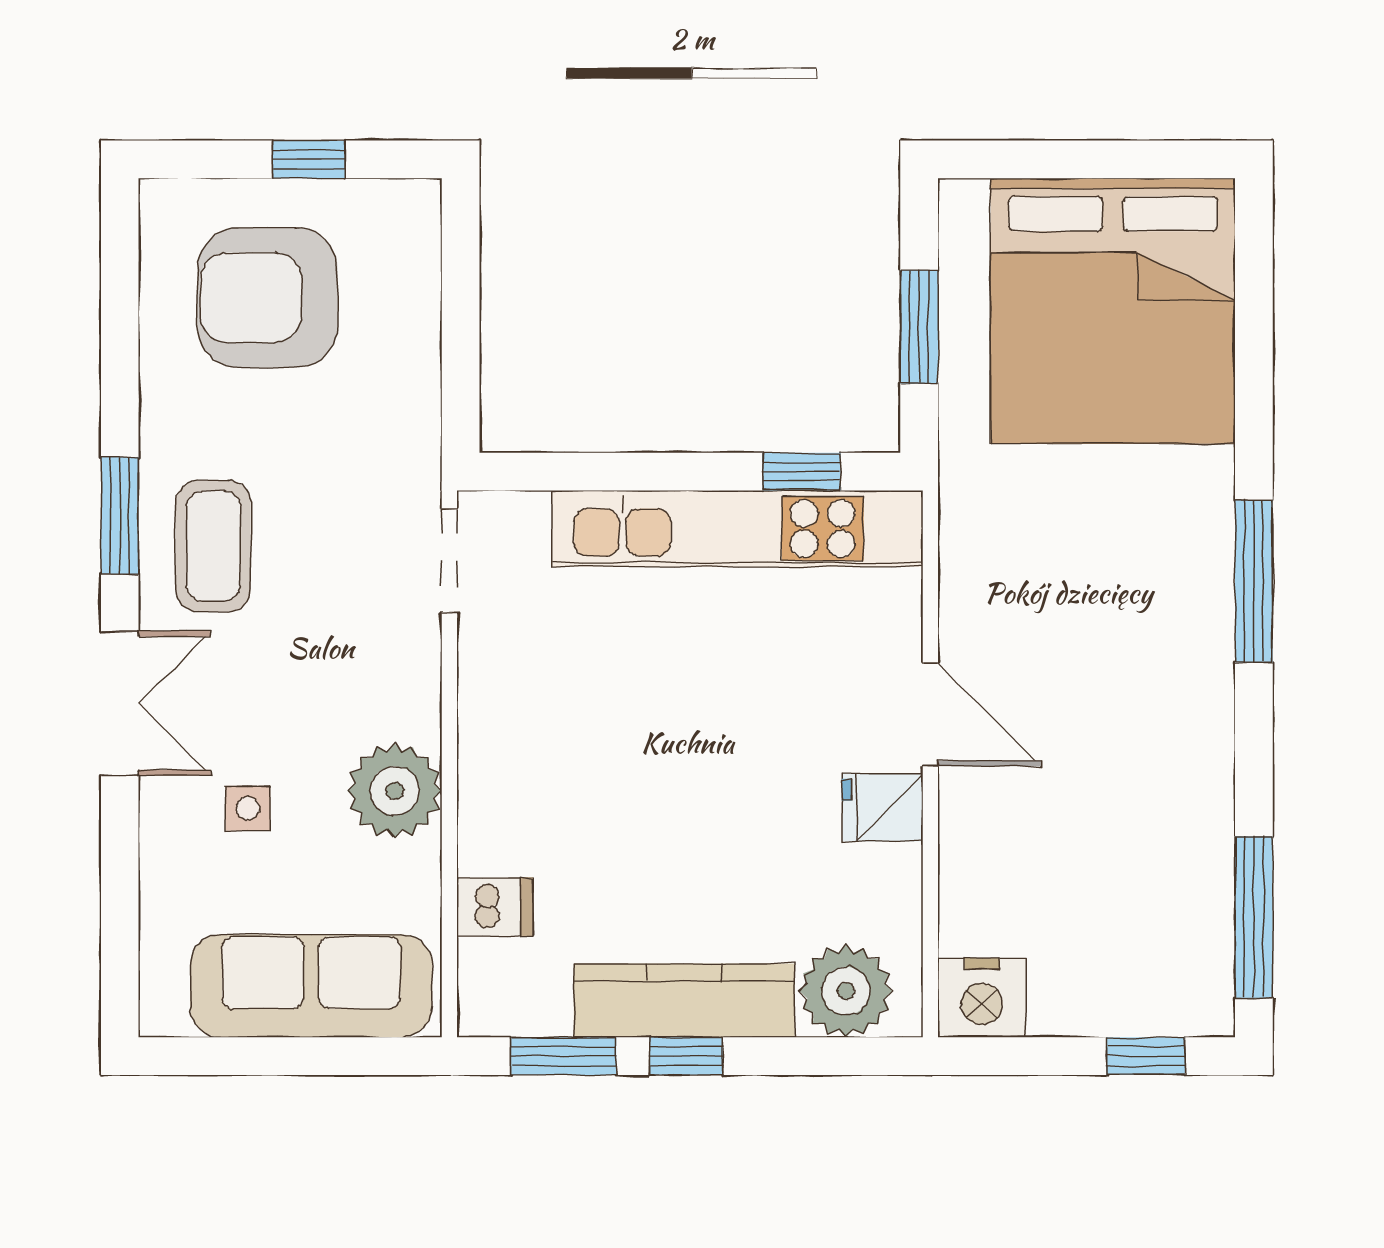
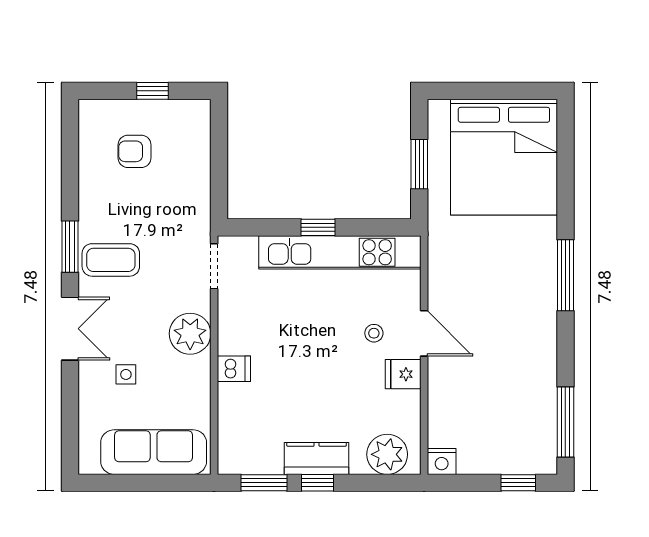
armchair: (268, 298) -> (135, 151), width x0.53, depth x0.53
window: (802, 472) -> (318, 227), moved
coffee table: (213, 546) -> (111, 260), turned 90
stool: (815, 714) -> (374, 333), added
plant: (395, 791) -> (190, 334), moved
dishwasher: (495, 907) -> (234, 369), moved
nightstand: (982, 998) -> (442, 462), width x0.74, depth x0.75
kitchen counter: (684, 1001) -> (317, 458), width x0.67

